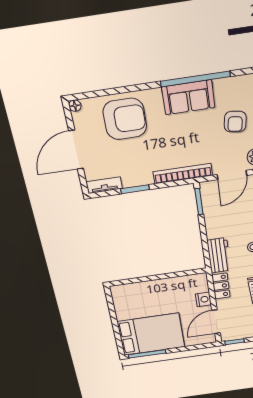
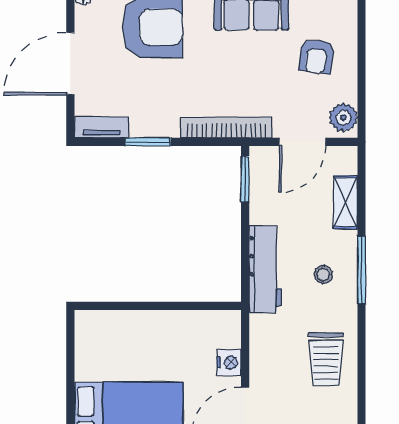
workbench: (219, 255) -> (265, 269), width x1.38
locker: (221, 286) -> (262, 341), removed

